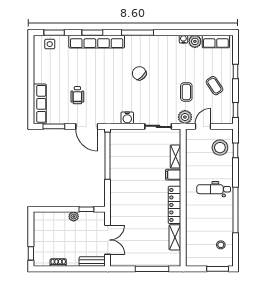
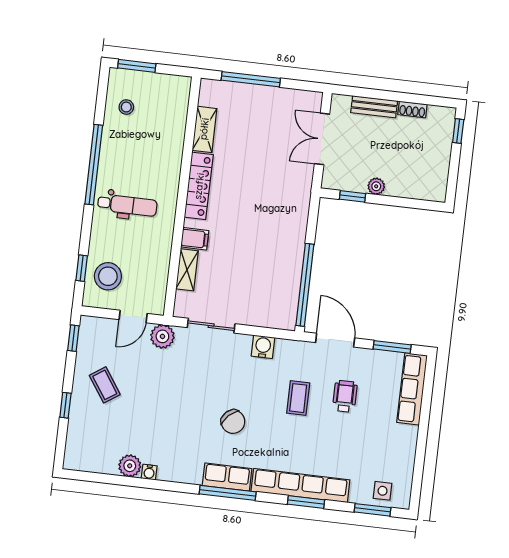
row of seats: (216, 41) -> (227, 477), moved
coffee table: (186, 92) -> (298, 398), moved
bench: (92, 262) -> (374, 107), moved

